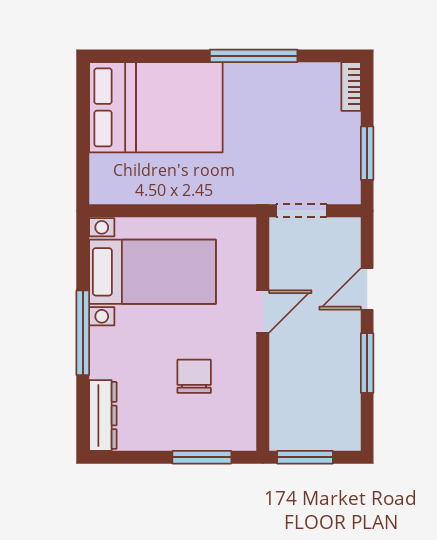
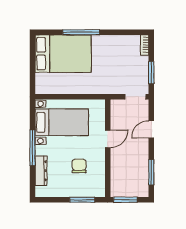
window: (254, 56) -> (81, 32), moved
doorway: (302, 211) -> (135, 97), moved
window: (367, 363) -> (151, 172), moved
dresser: (103, 415) -> (41, 171), moved

